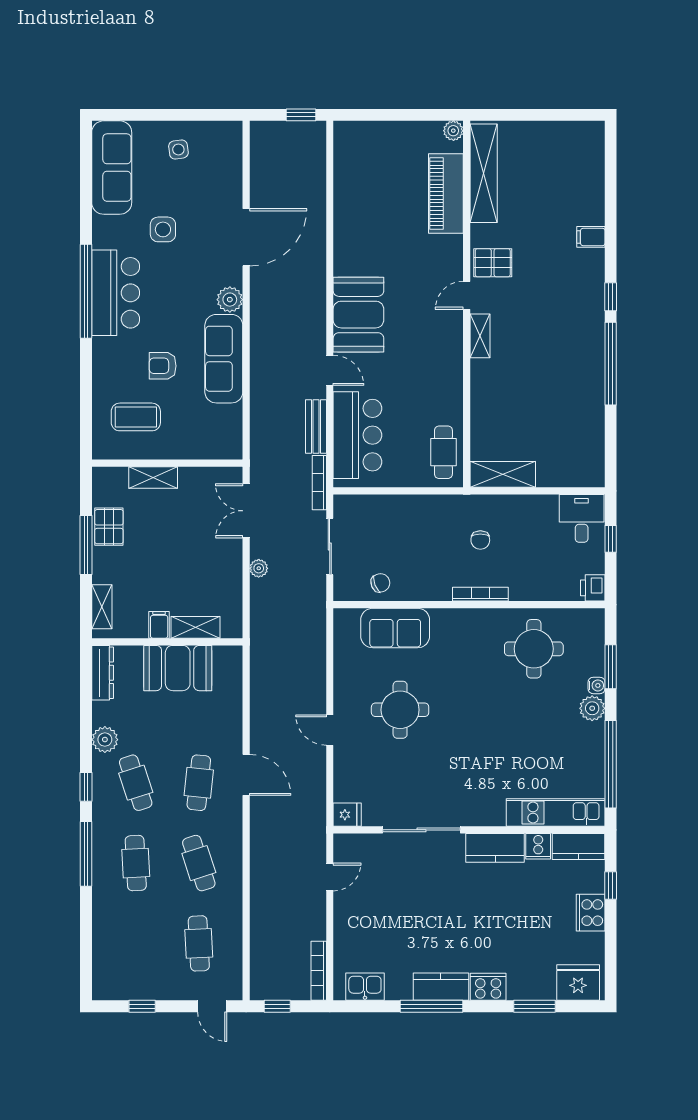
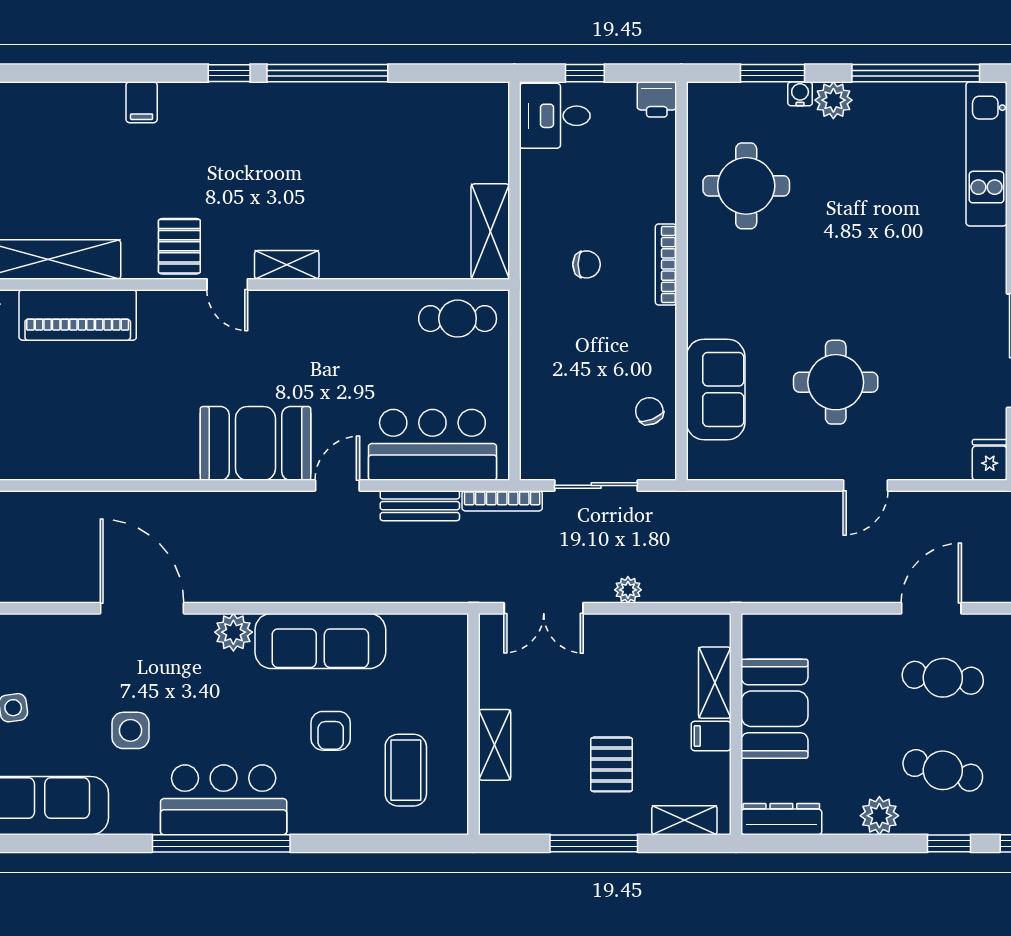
pallet: (109, 527) -> (612, 764), moved, turned 90
cafe table: (136, 783) -> (943, 770), turned 33

